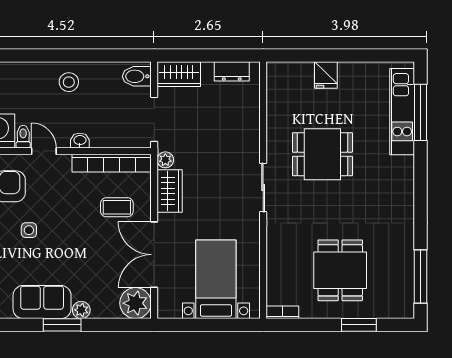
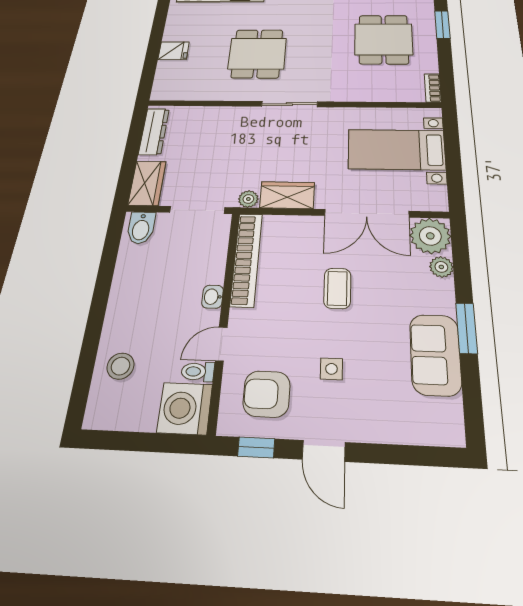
dresser: (232, 71) -> (154, 132), width x1.44
stool: (69, 82) -> (120, 366), moved
coffee table: (117, 207) -> (337, 288), moved
dining table: (340, 270) -> (383, 39), turned 90
plant: (81, 310) -> (441, 267), moved

